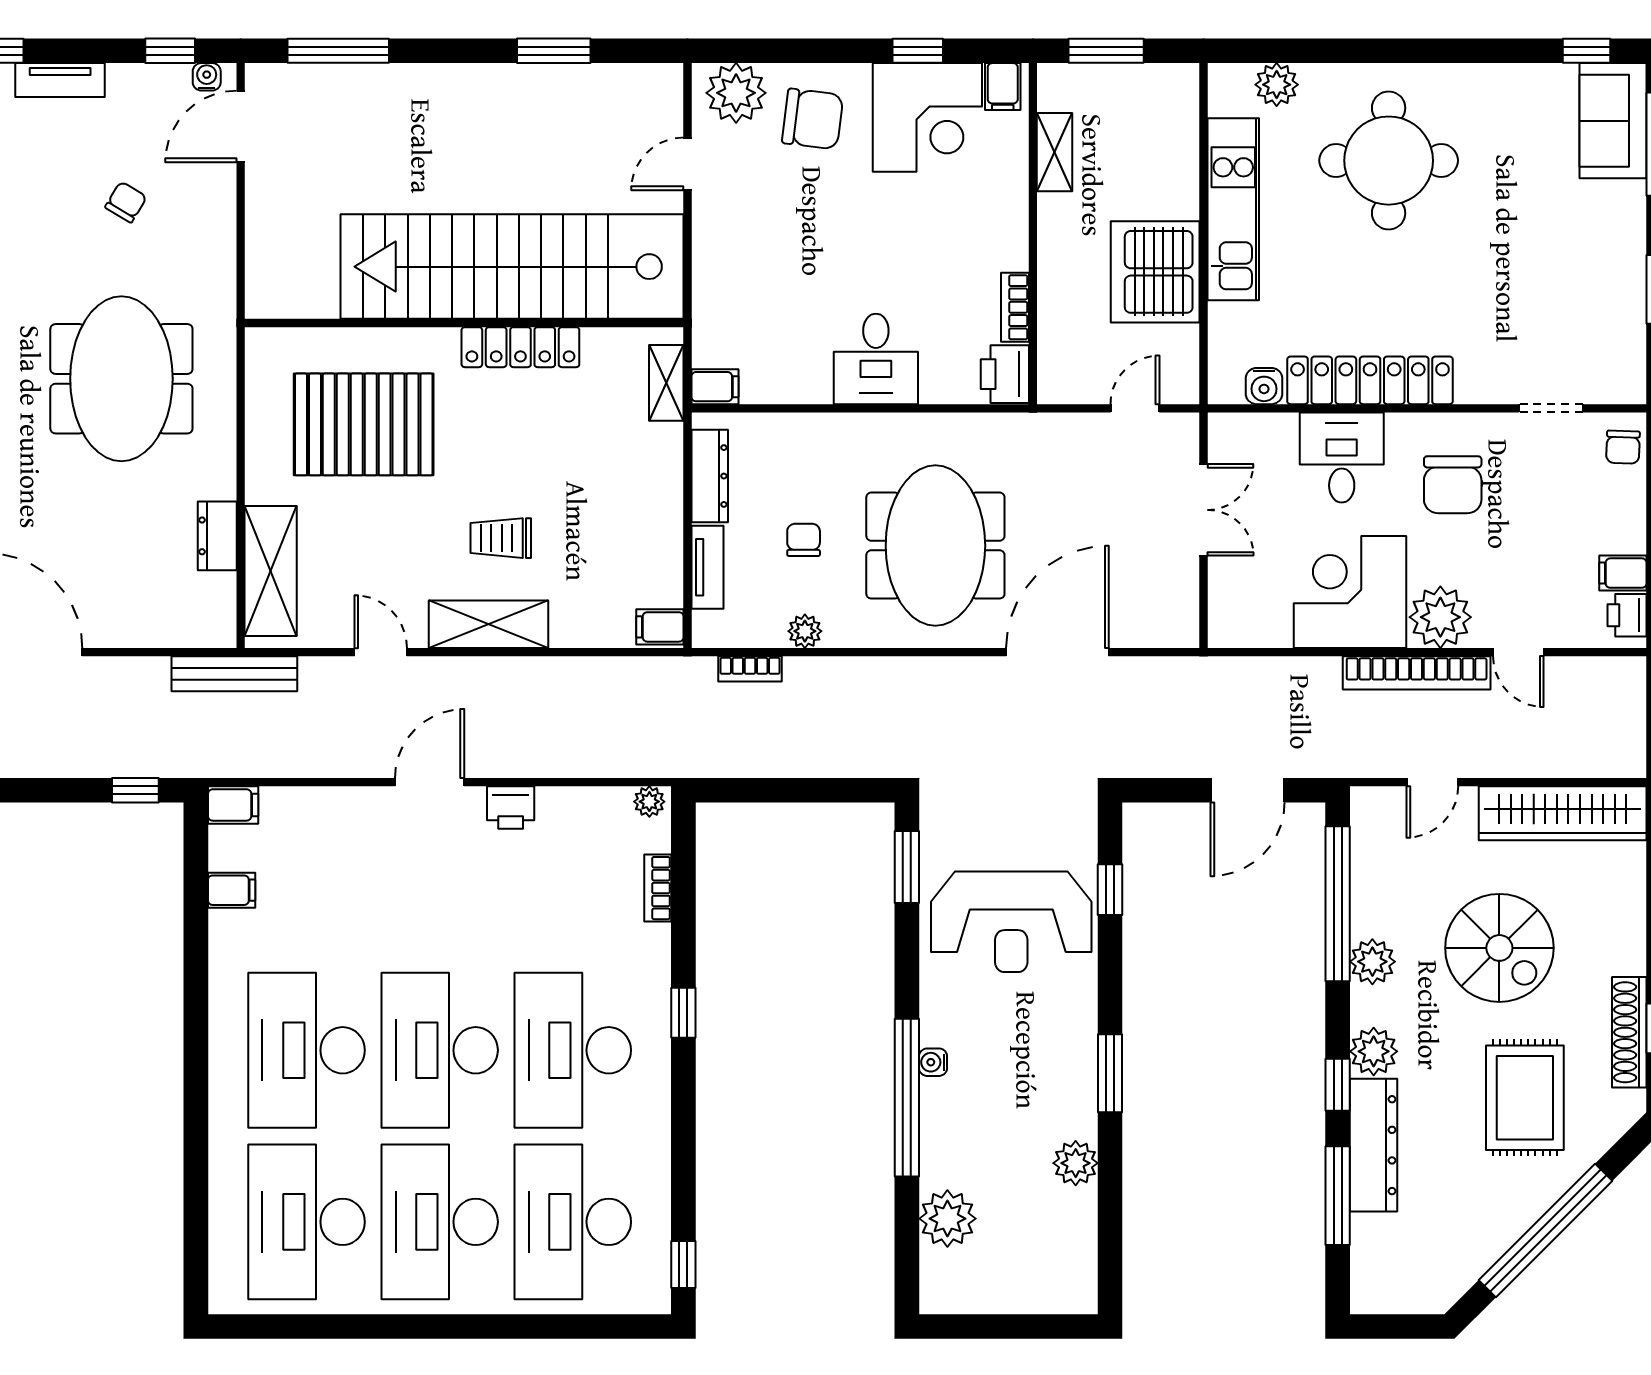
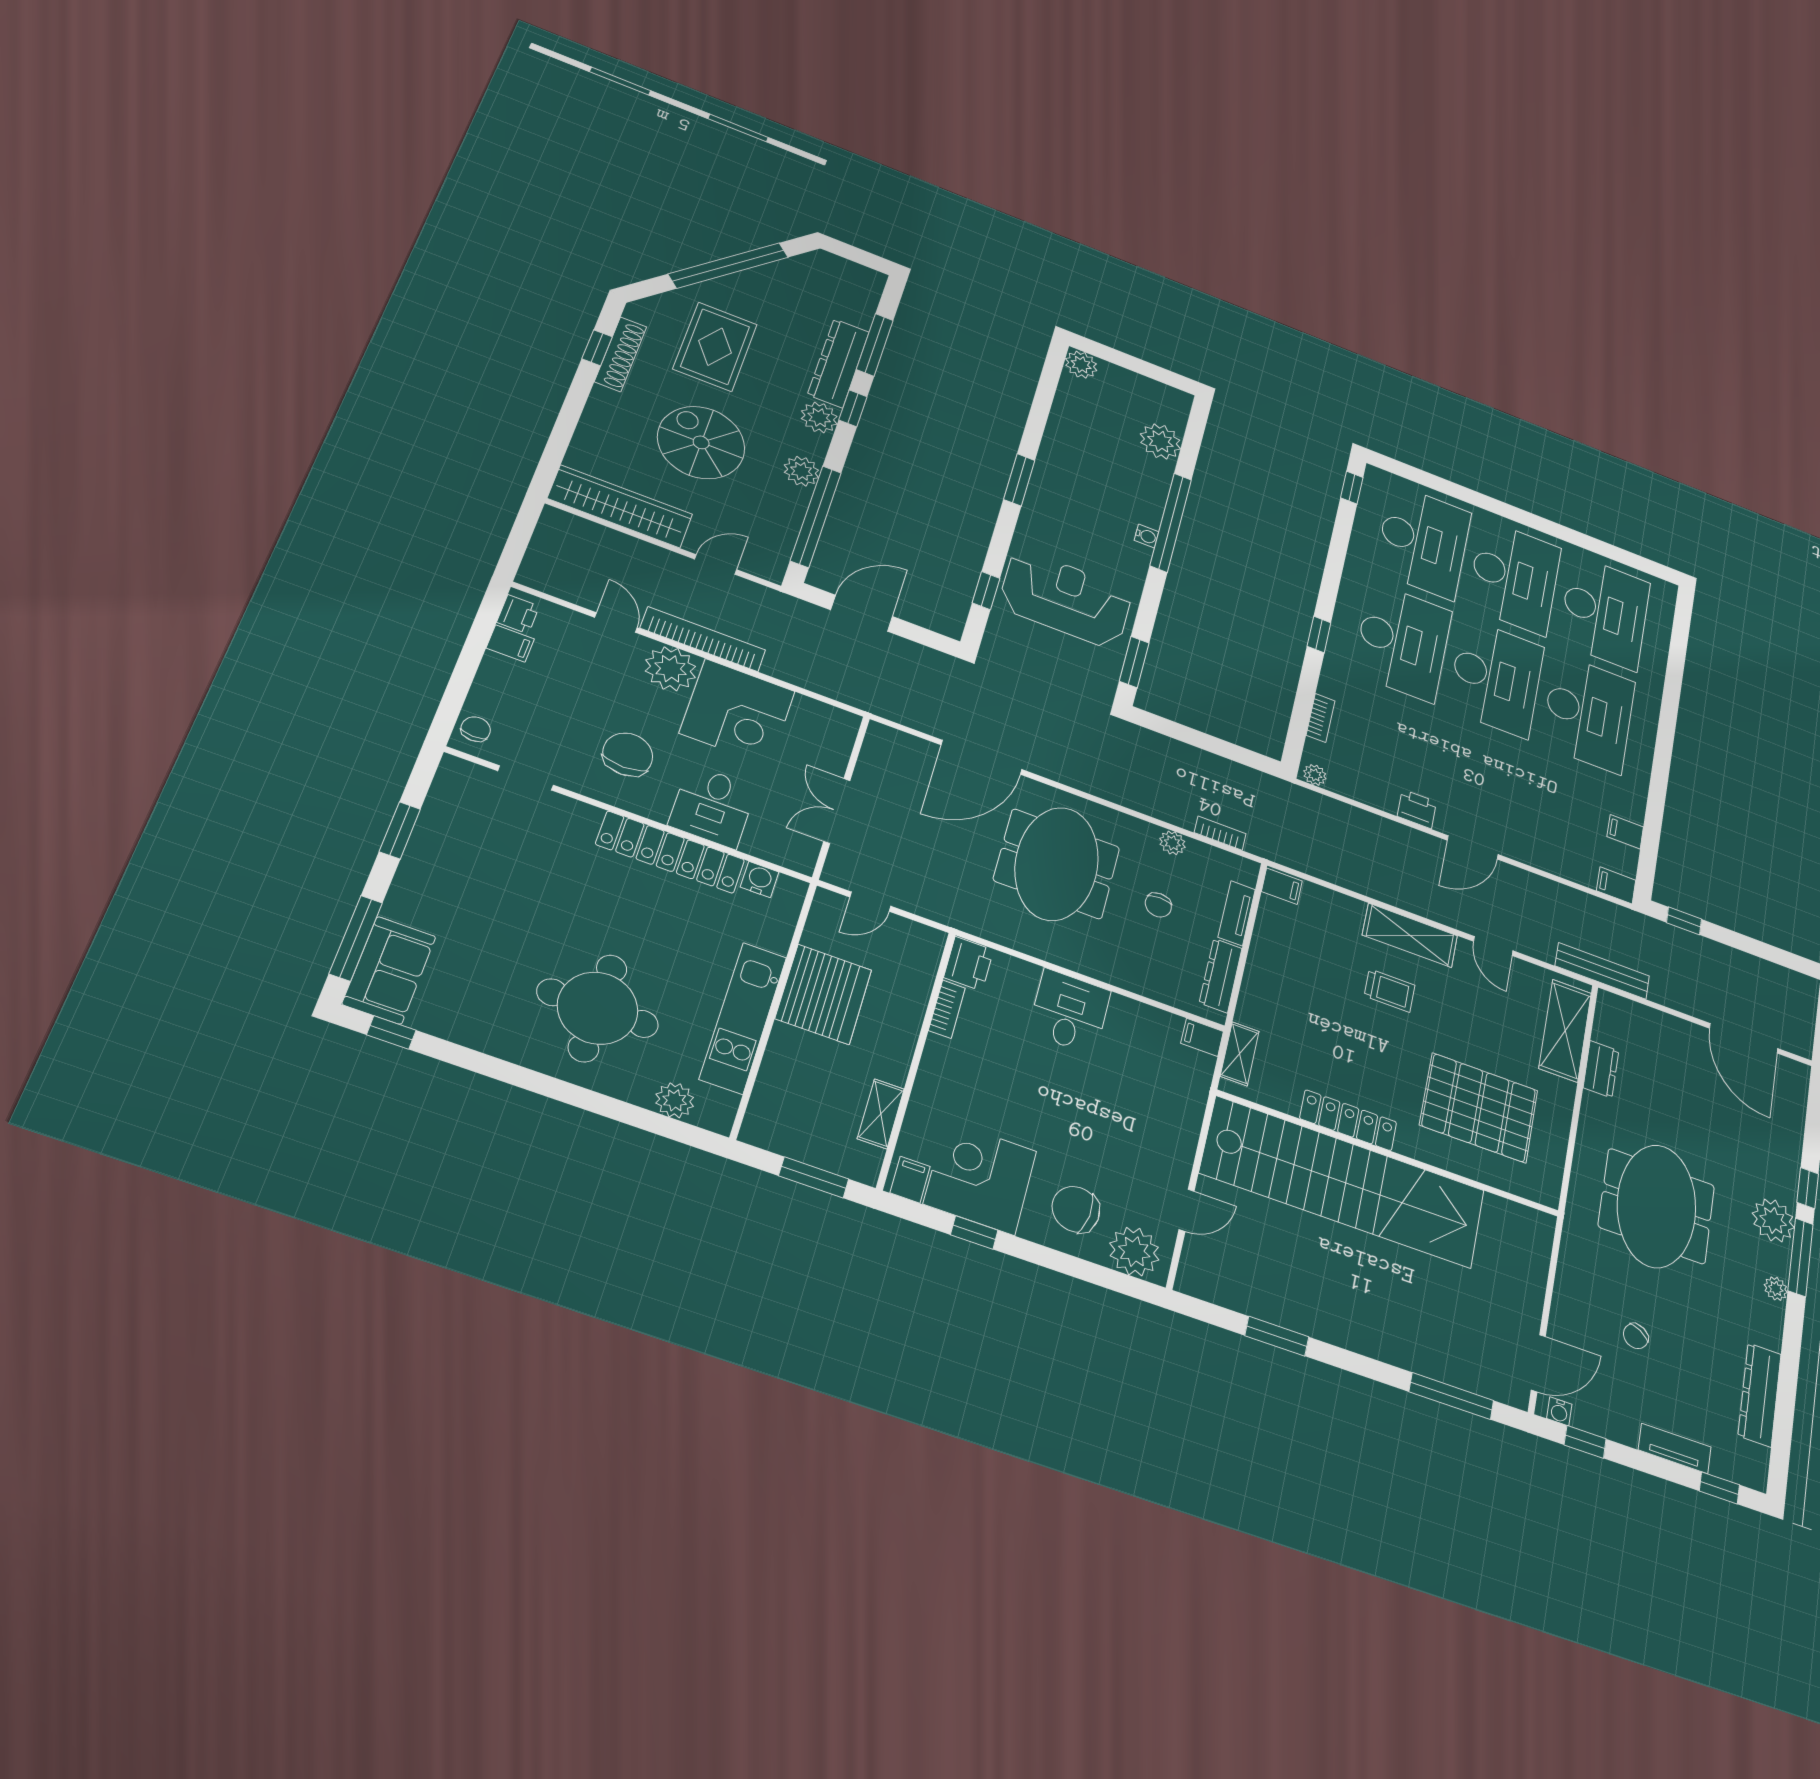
plant: (1076, 1163) -> (1081, 365), moved

